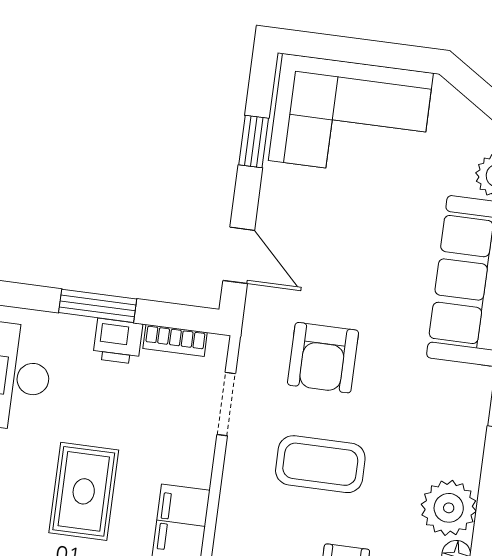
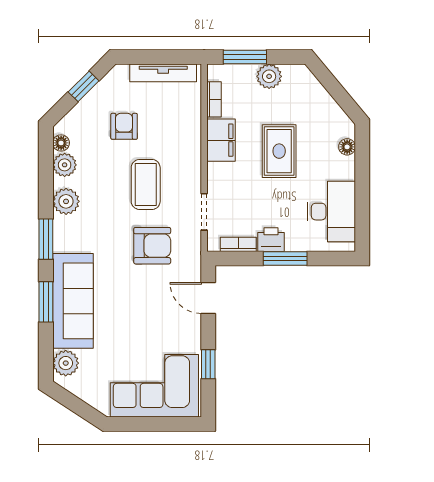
armchair: (323, 358) -> (152, 246), turned 90
plant: (461, 453) -> (66, 201), added
coffee table: (320, 464) -> (146, 184), turned 90
plant: (449, 508) -> (65, 165), width x0.73, depth x0.73

